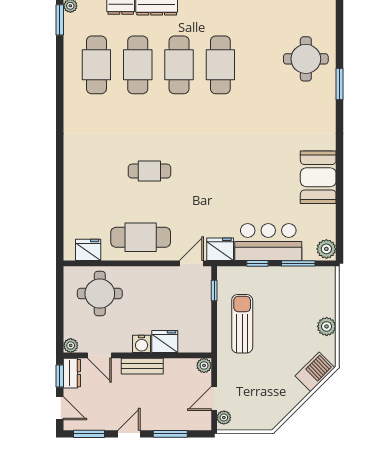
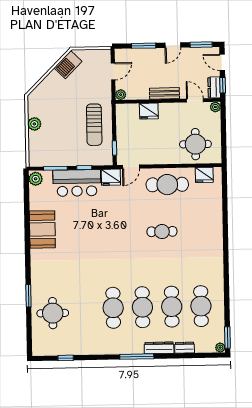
water cooler: (142, 344) -> (165, 109), removed
barbecue: (315, 372) -> (68, 65), moved
plant: (224, 418) -> (106, 58), removed

